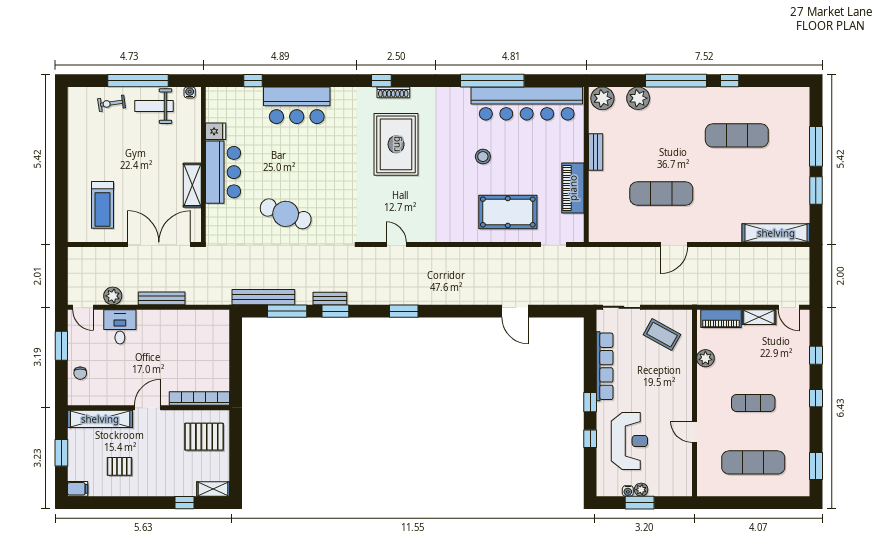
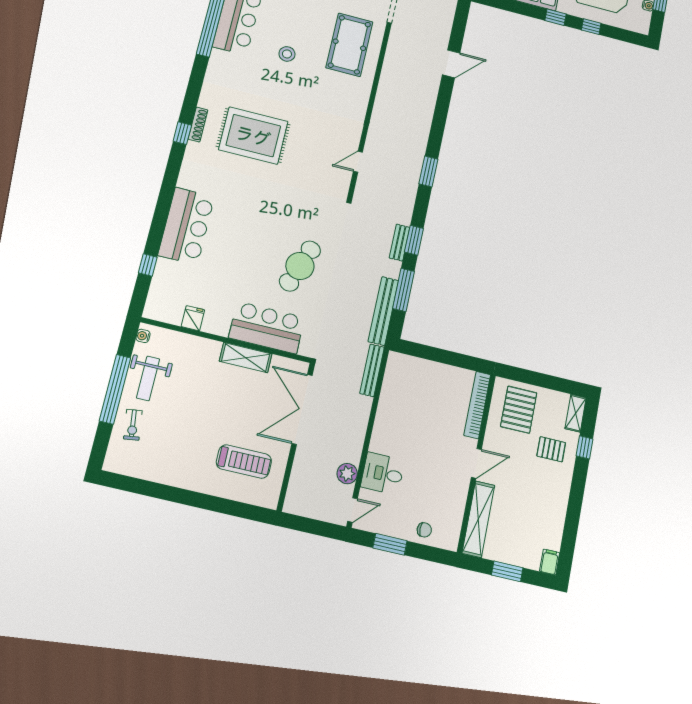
bar counter: (223, 172) -> (267, 328), moved
bench: (162, 298) -> (372, 370), moved
door: (148, 408) -> (476, 463), swing flipped
pallet: (120, 466) -> (551, 449), moved, turned 90

